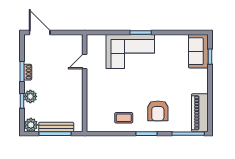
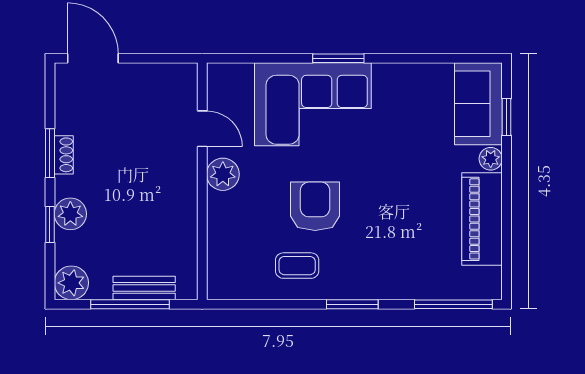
door: (85, 61) -> (202, 129), swing flipped
plant: (203, 74) -> (491, 159), added
plant: (93, 80) -> (223, 174), added
armchair: (158, 111) -> (315, 206), moved, turned 180
piano: (200, 113) -> (482, 219), moved
bench: (56, 127) -> (144, 288), width x0.73

